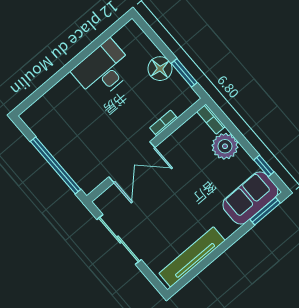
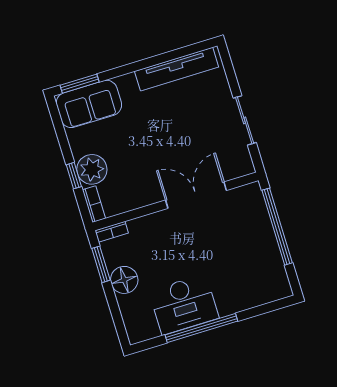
window: (81, 57) -> (201, 328), added
bookcase: (164, 123) -> (112, 232), moved
window: (264, 166) -> (74, 176), moved
sliding door: (119, 240) -> (245, 120), width x0.73

